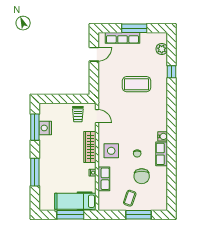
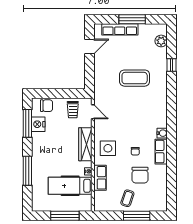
chair: (53, 110) -> (46, 106), added
hospital bed: (75, 201) -> (70, 186), moved

